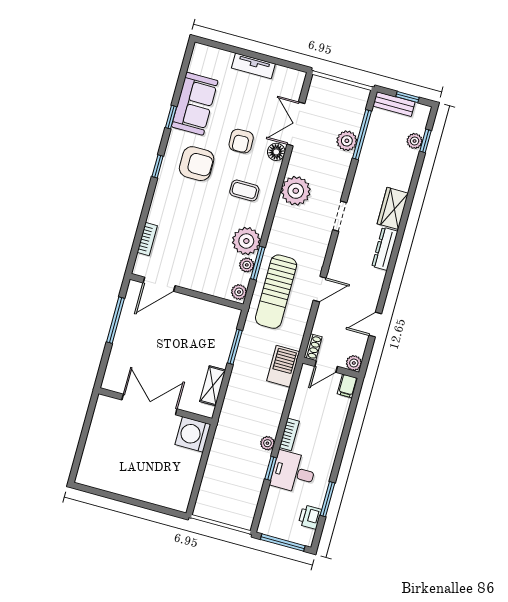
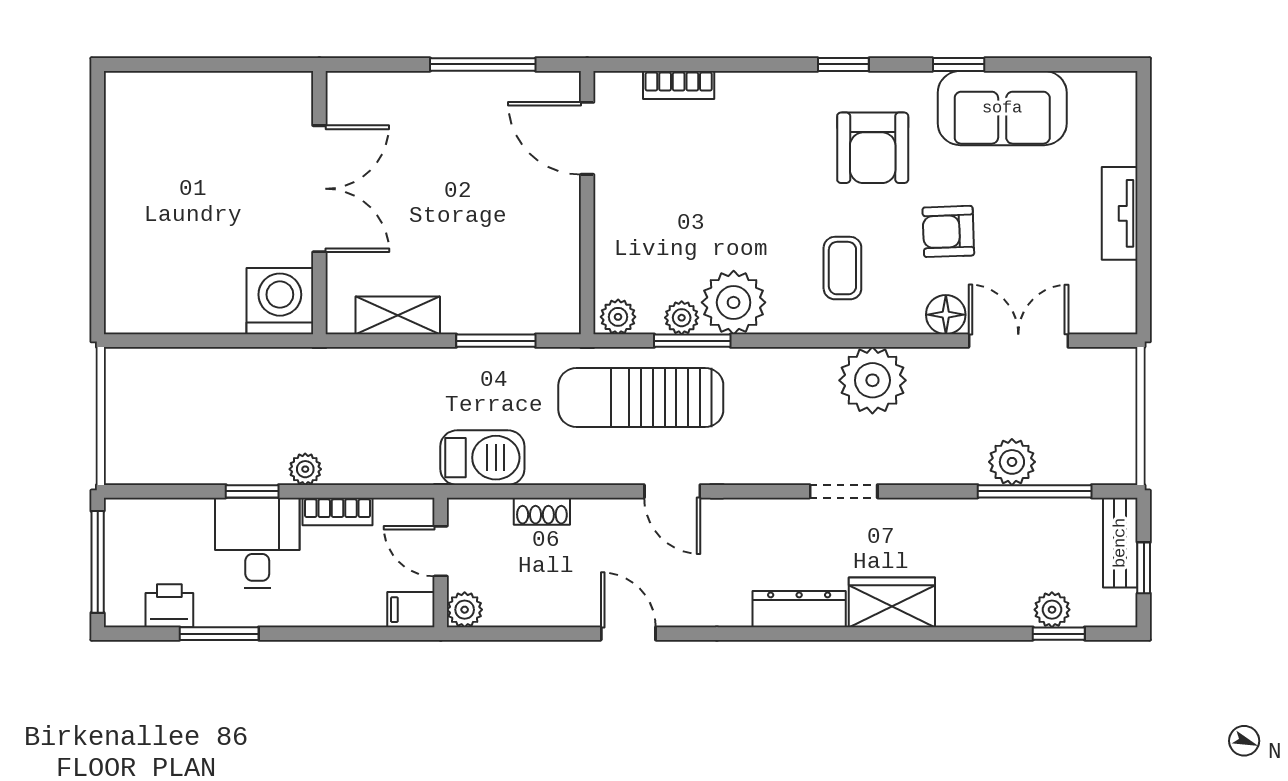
plant: (354, 363) -> (465, 610), moved
door: (326, 366) -> (441, 551), moved
wall: (331, 368) -> (441, 562), moved
filing cabinet: (348, 386) -> (411, 610), moved

